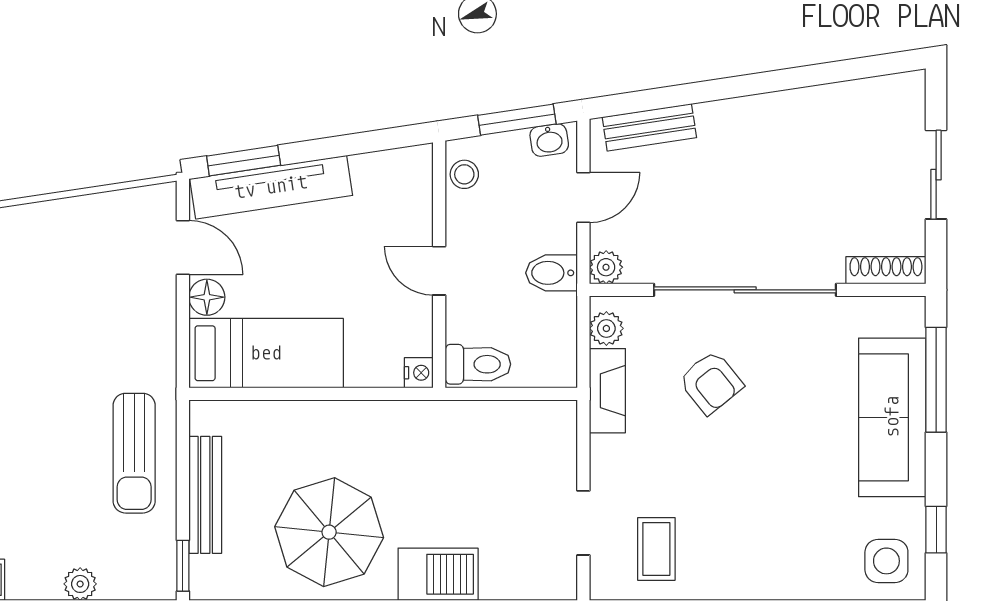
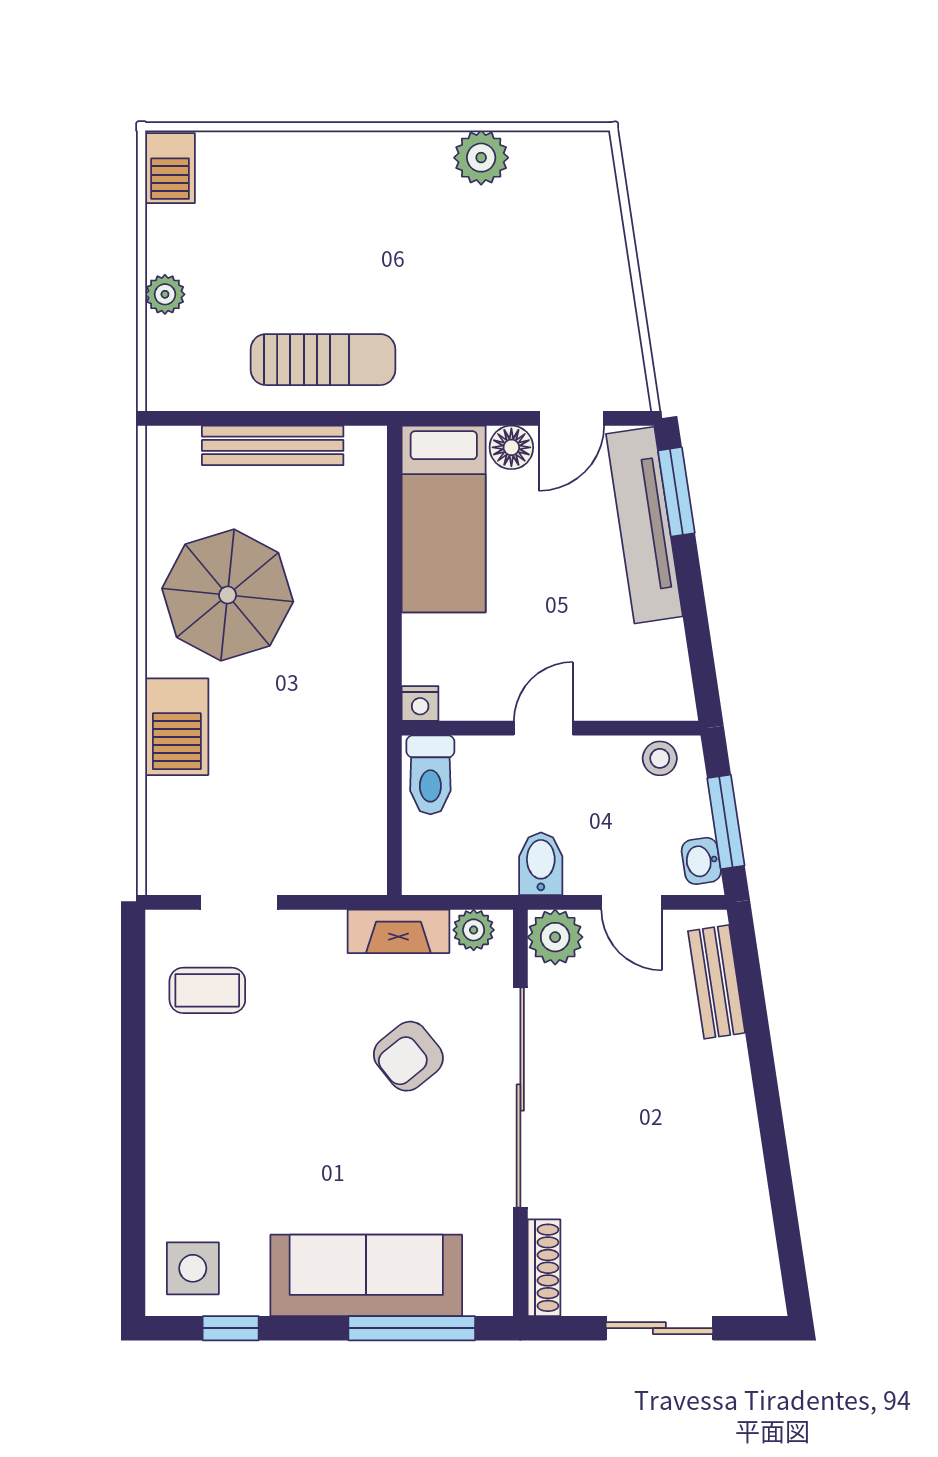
plant: (606, 267) -> (555, 937), width x1.38, depth x1.38
sun lounger: (134, 453) -> (323, 360), turned 180
window: (183, 566) -> (187, 418), removed

